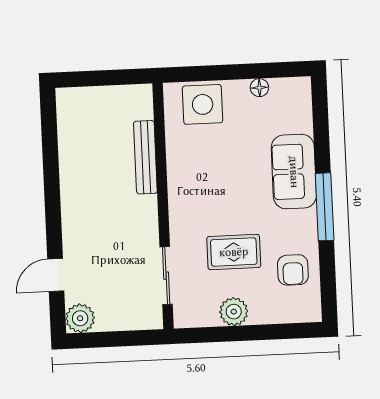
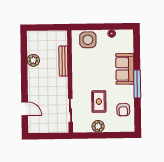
rug: (234, 252) -> (99, 102), turned 90
door: (56, 275) -> (25, 109), swing flipped
plant: (80, 318) -> (33, 60), moved

